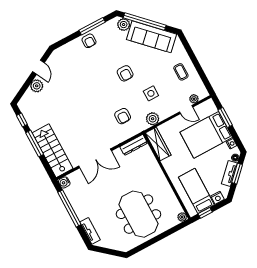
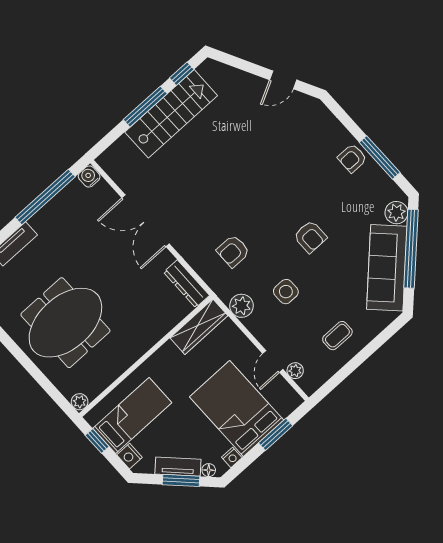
armchair: (125, 73) -> (310, 237), turned -90
plant: (37, 86) -> (249, 85), removed
stairs: (52, 151) -> (171, 114), moved

